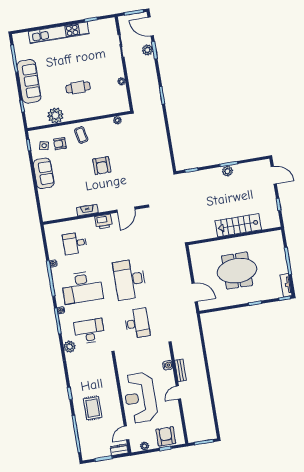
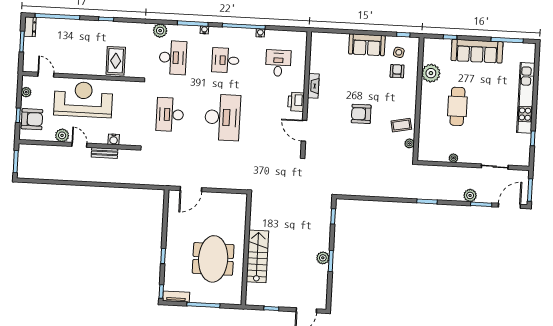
plant: (147, 50) -> (470, 195), moved
cafe table: (78, 87) -> (457, 106), width x1.37, depth x1.35
coffee table: (81, 135) -> (401, 125), moved
meeting table: (237, 271) -> (213, 259), moved
desk: (130, 279) -> (223, 117), turned 90
desk: (82, 287) -> (226, 60), width x0.53, depth x0.77
desk: (137, 323) -> (170, 115), turned 90
rug: (93, 408) -> (116, 61), moved, turned 90
plant: (174, 409) -> (62, 135), added
dresser: (119, 450) -> (30, 27), moved

